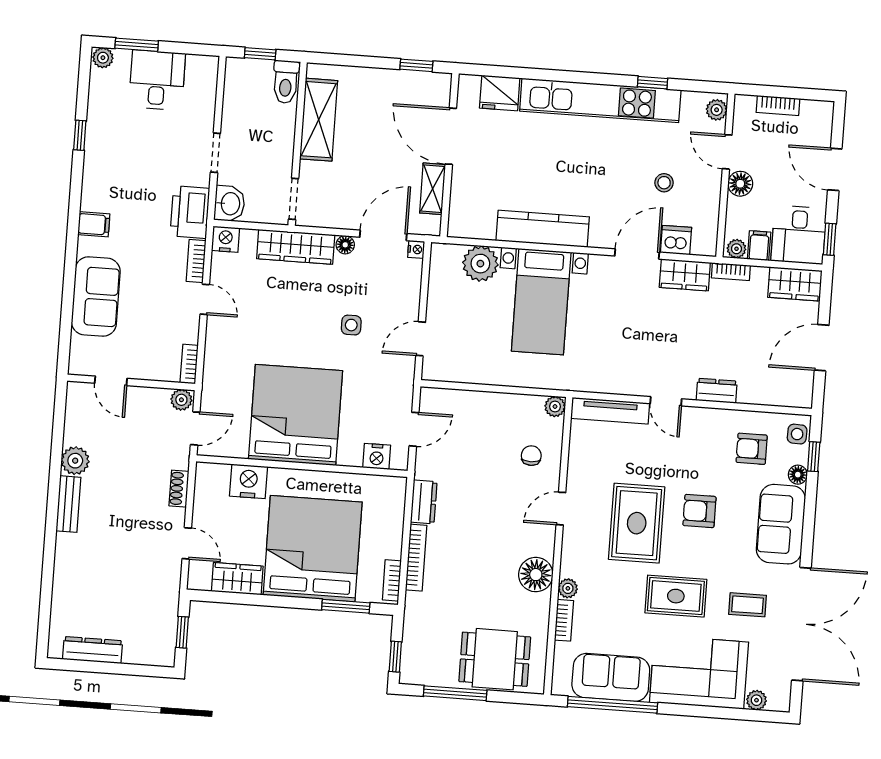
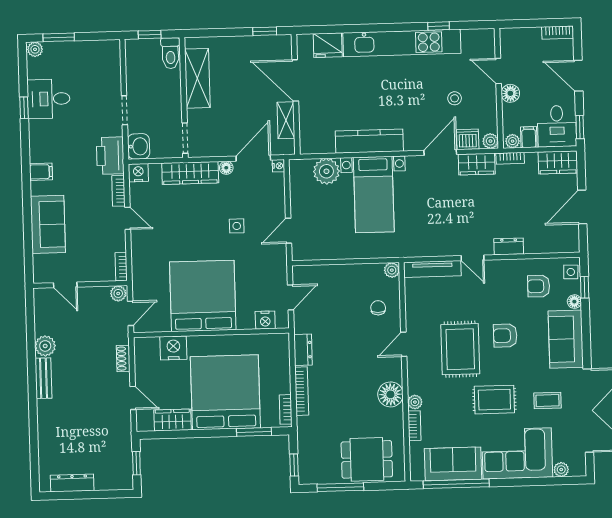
desk: (157, 80) -> (49, 99), moved, turned -90
bookcase: (778, 105) -> (558, 33), moved
plant: (717, 110) -> (490, 141), moved

